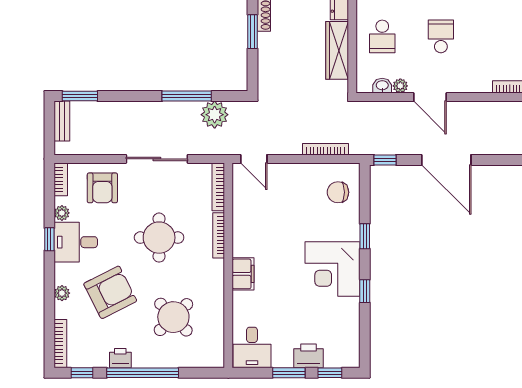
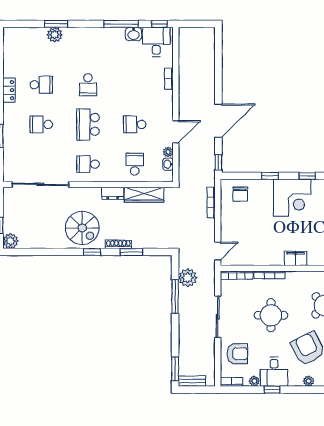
school desk: (382, 36) -> (135, 164), turned -90

